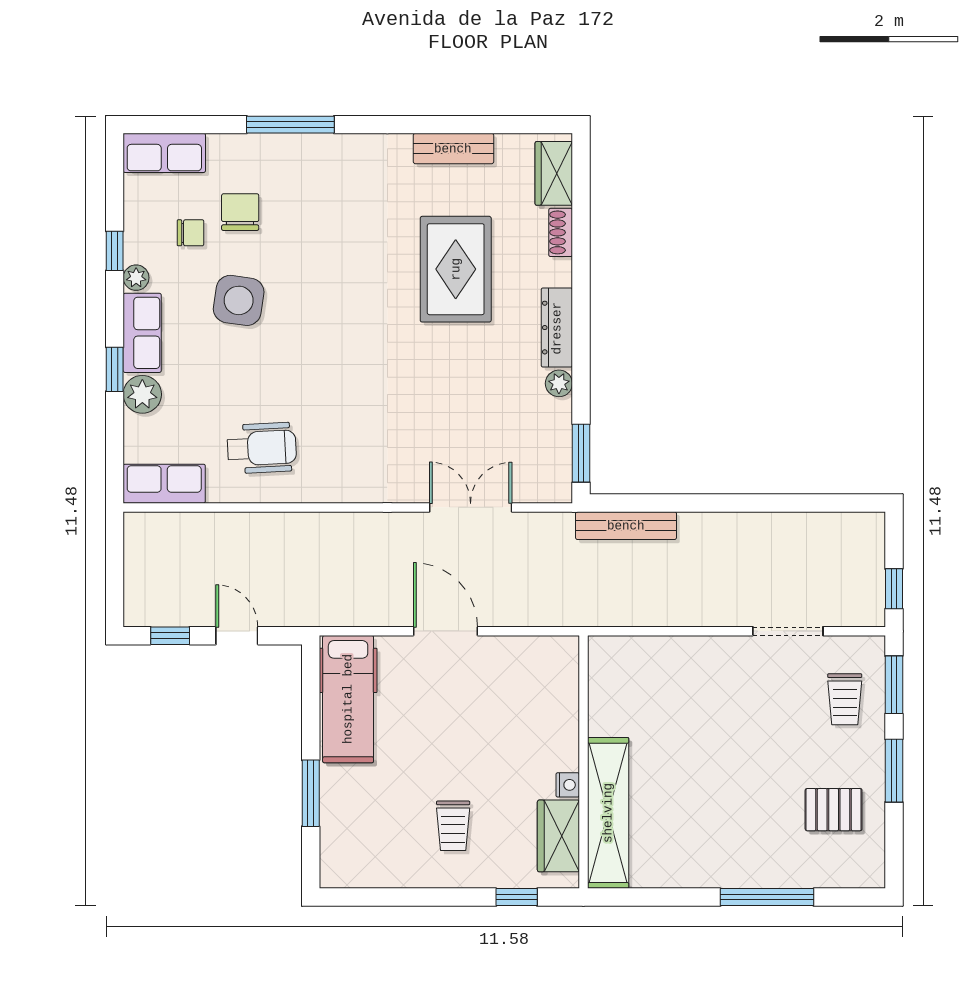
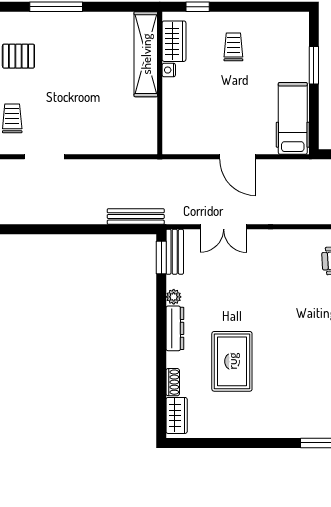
bench: (453, 149) -> (175, 252), moved, turned 90

